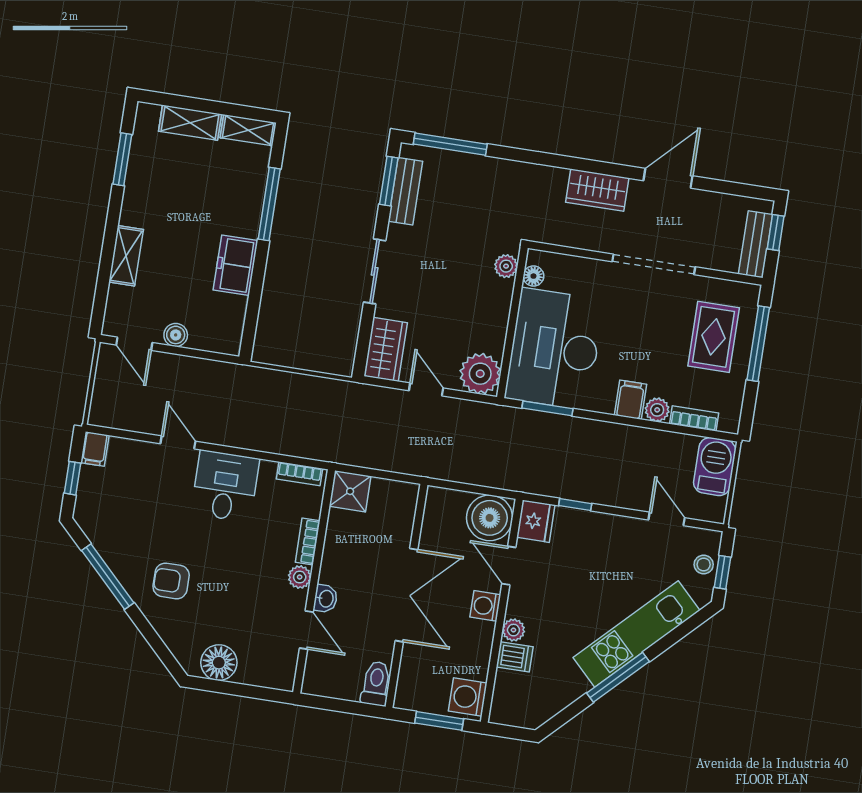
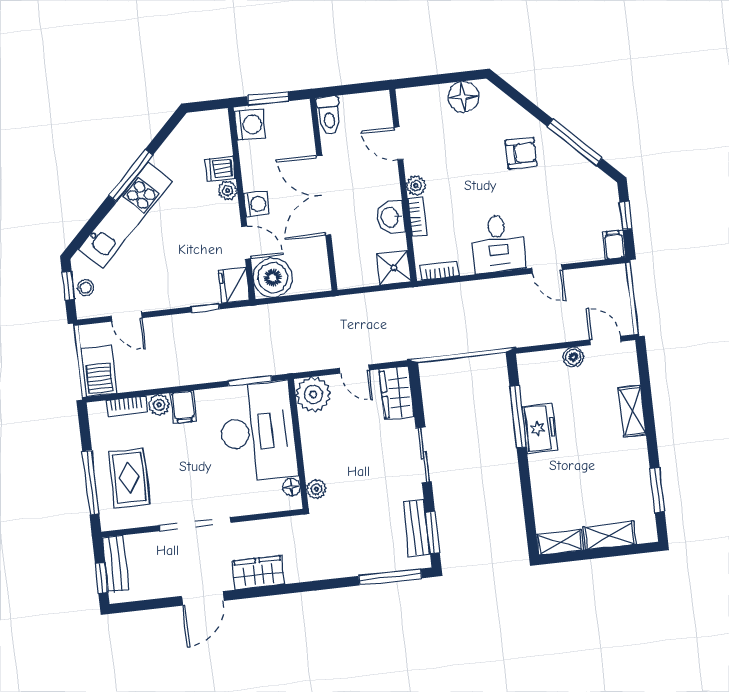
window: (269, 204) -> (518, 417), moved
washbasin: (326, 599) -> (391, 217), moved, width x1.38, depth x1.45

